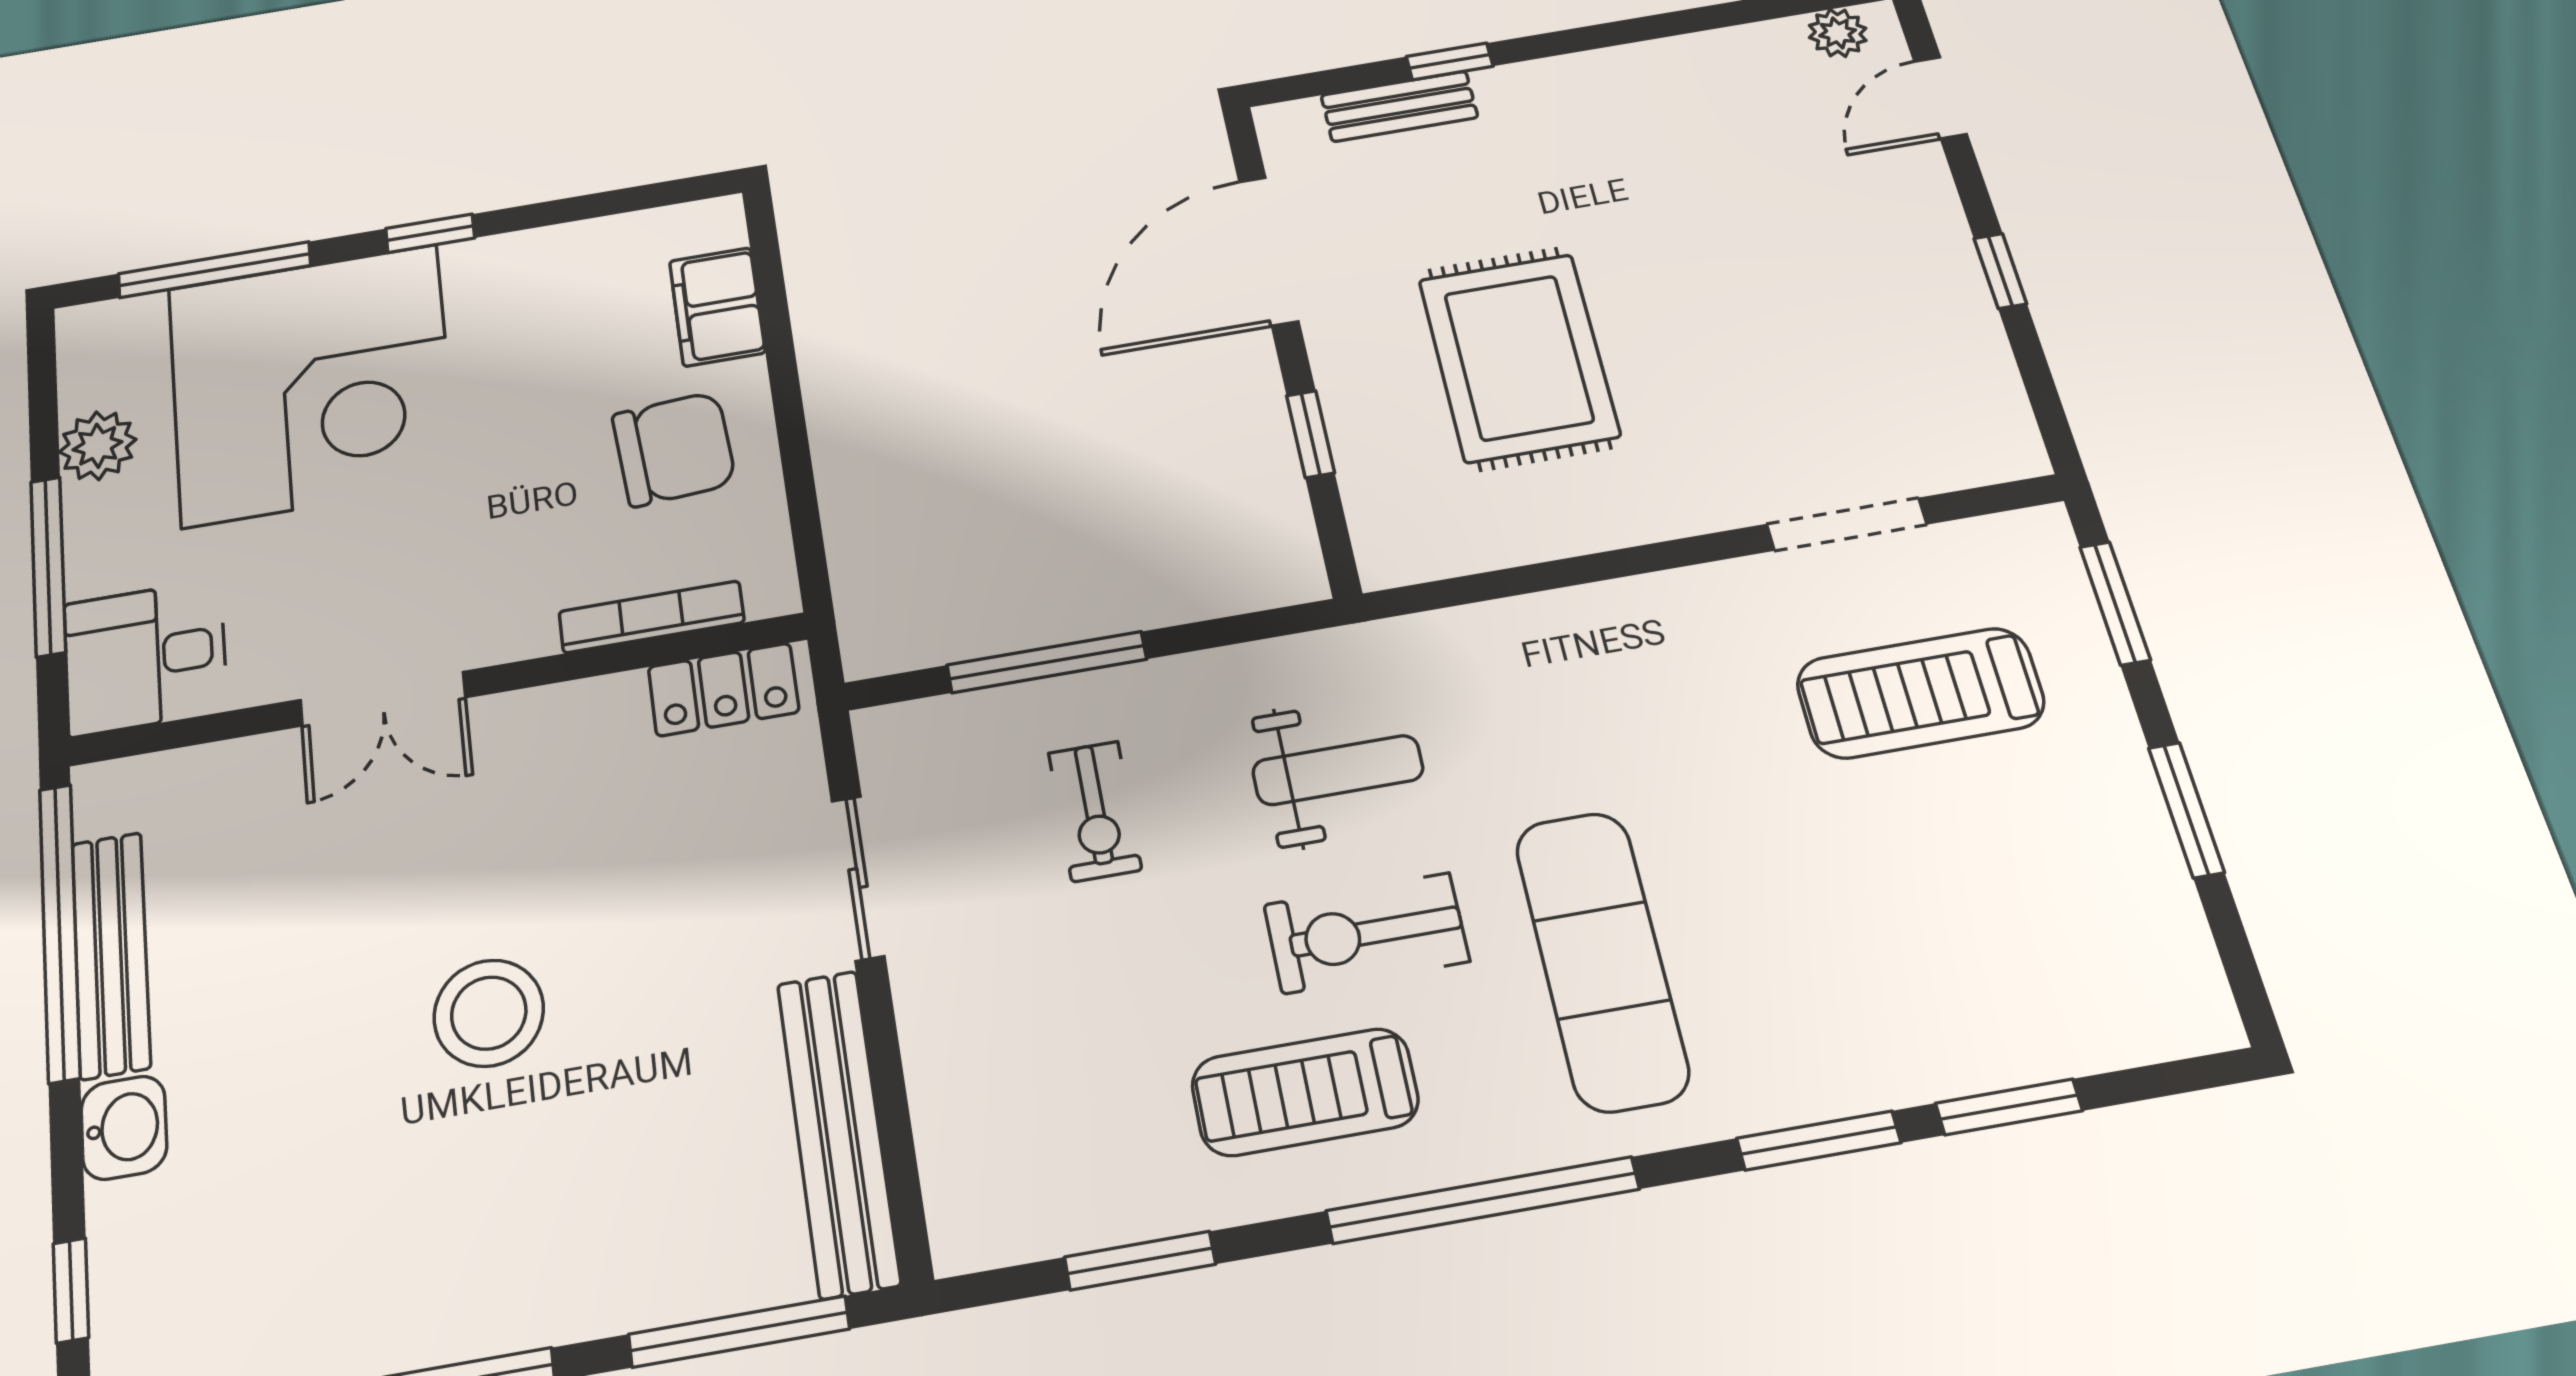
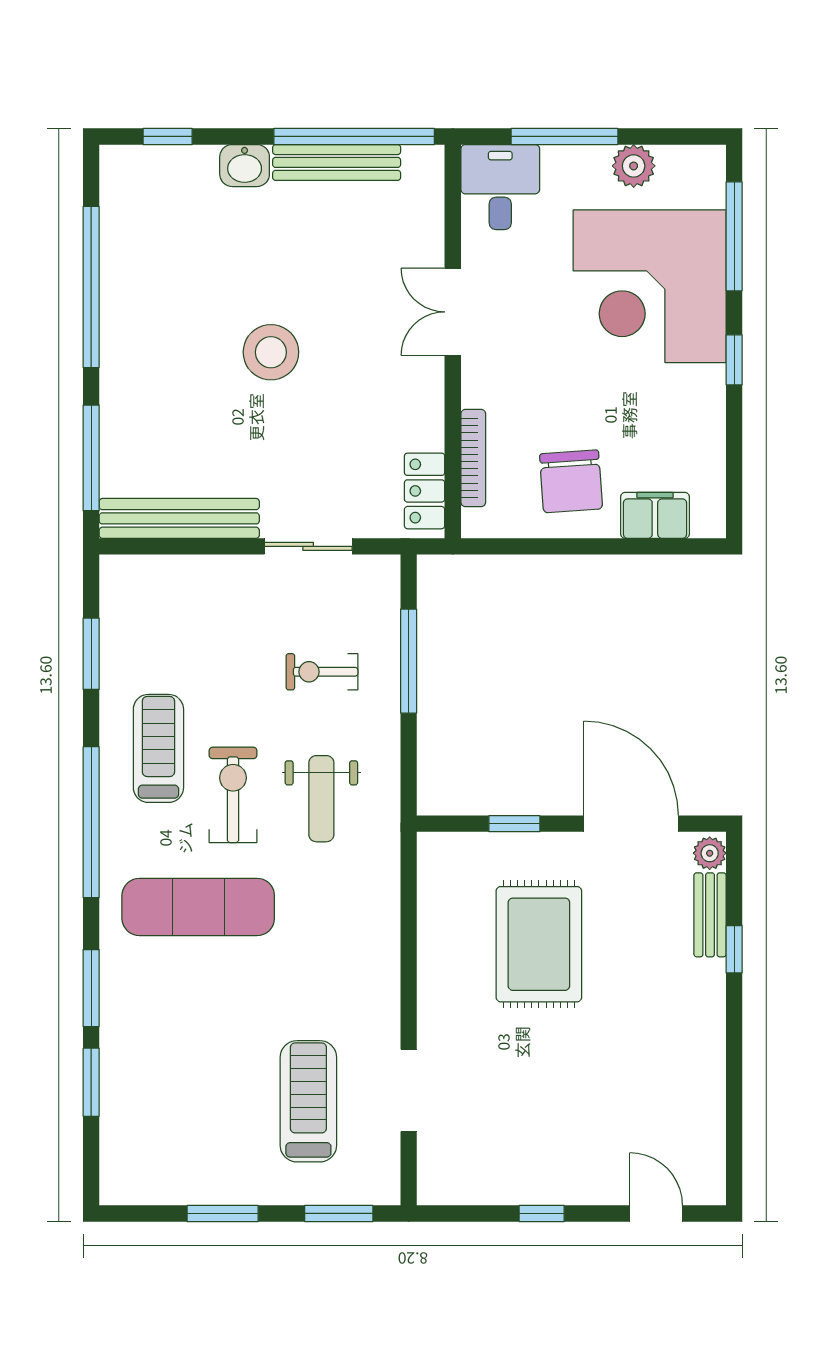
plant: (1838, 33) -> (710, 853), moved
rug: (1519, 358) -> (539, 944), turned 90

